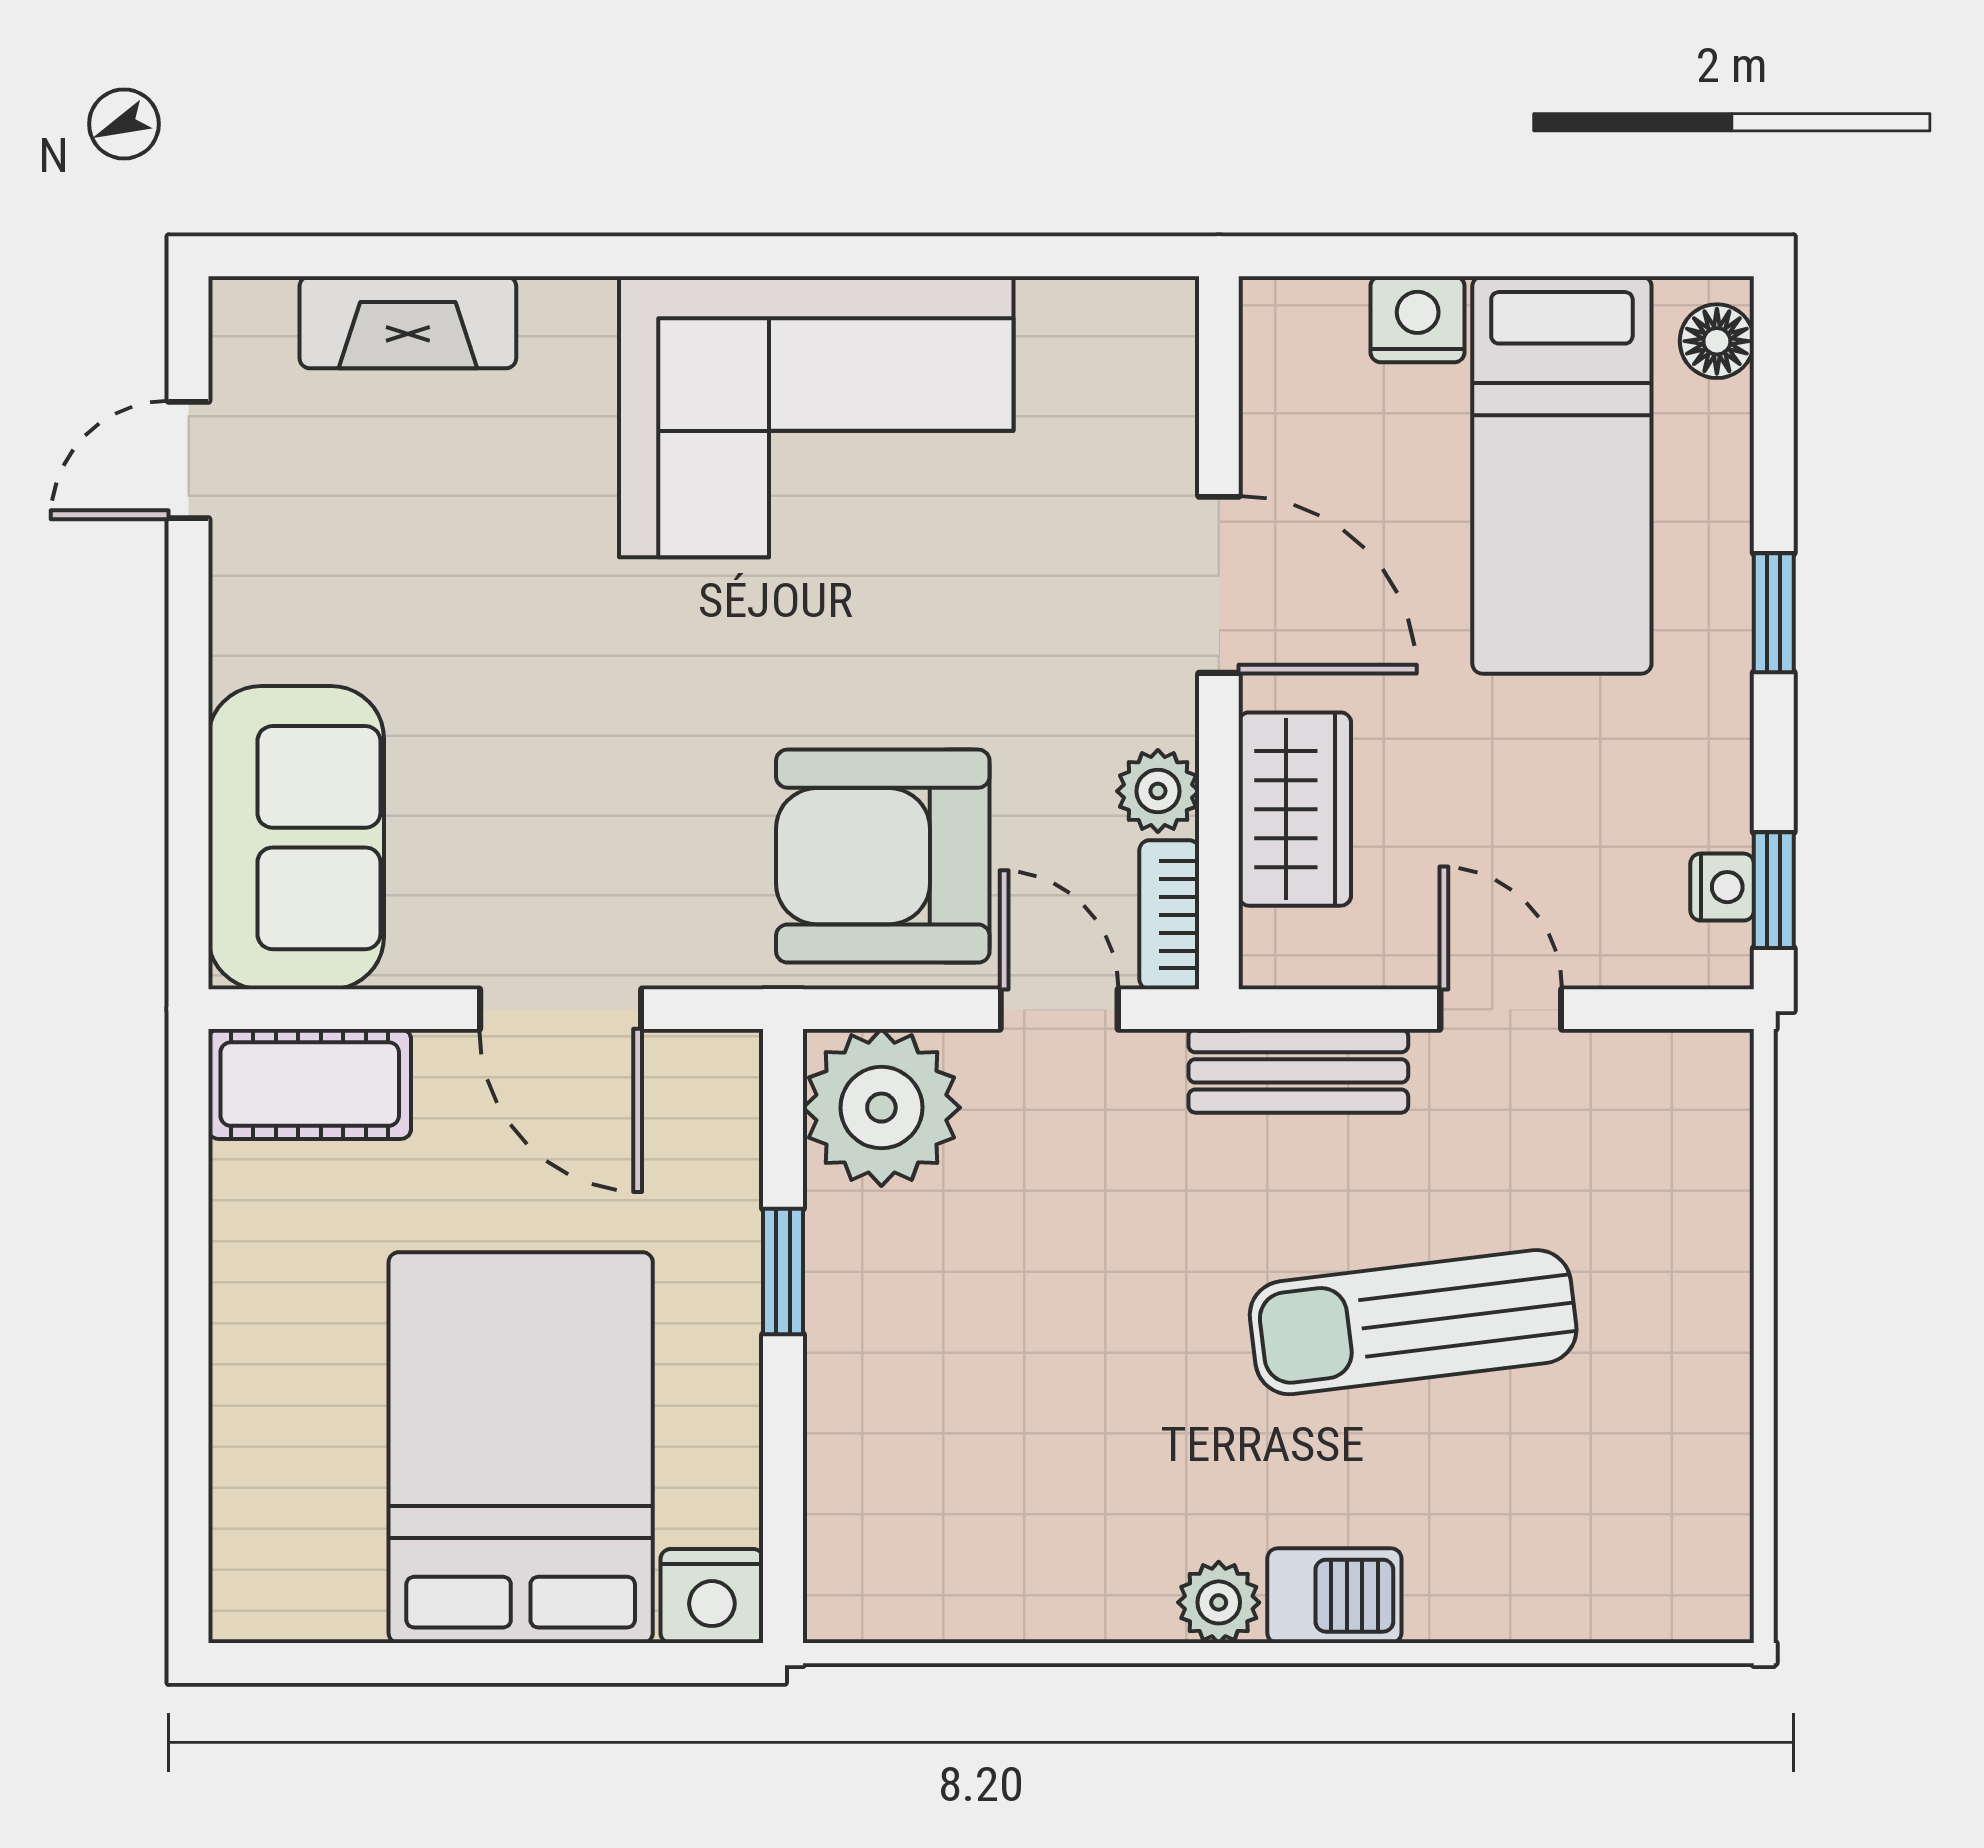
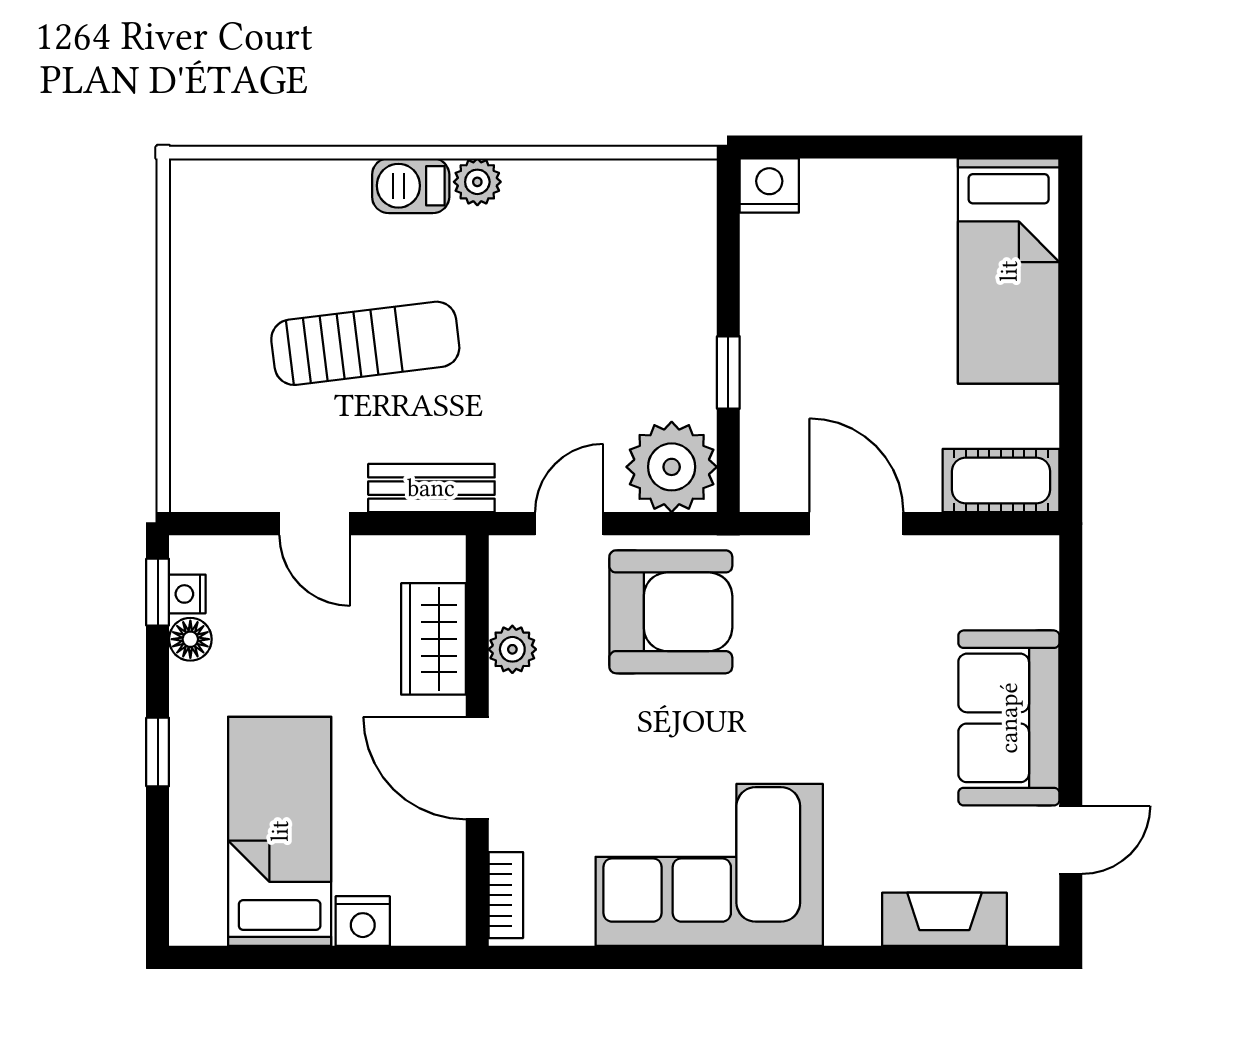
floor lamp: (1717, 341) -> (190, 639), moved
sofa: (296, 838) -> (1009, 718), moved
bookcase: (1169, 915) -> (506, 895), moved
door: (1059, 1009) -> (569, 524), swing flipped
bed: (521, 1448) -> (1009, 271), moved, width x0.67

